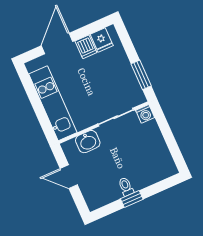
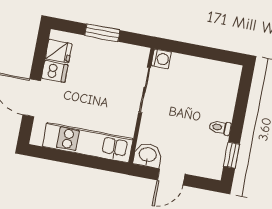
window: (141, 75) -> (102, 33), moved
washbasin: (88, 142) -> (148, 155), moved, turned -90
window: (132, 199) -> (232, 155), moved

